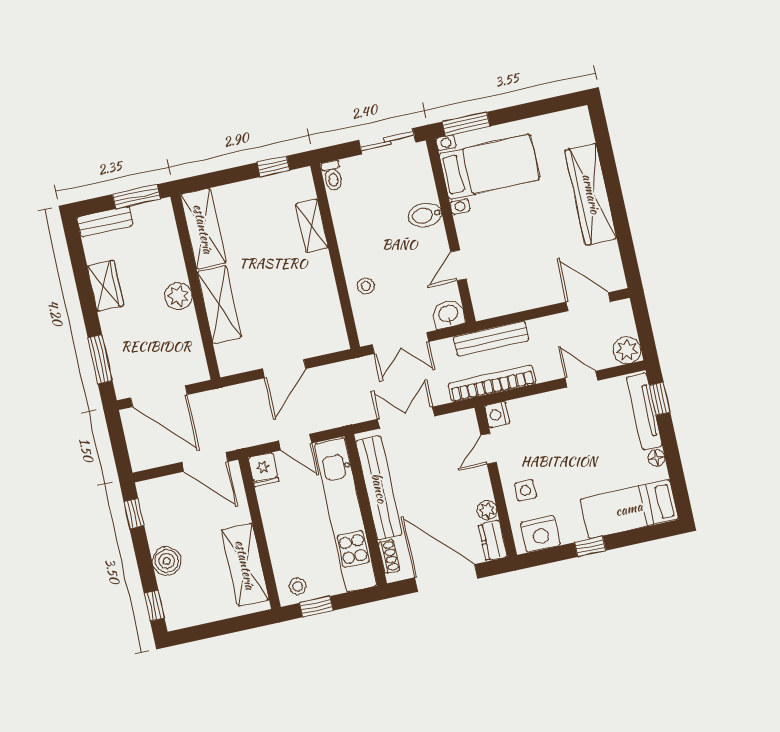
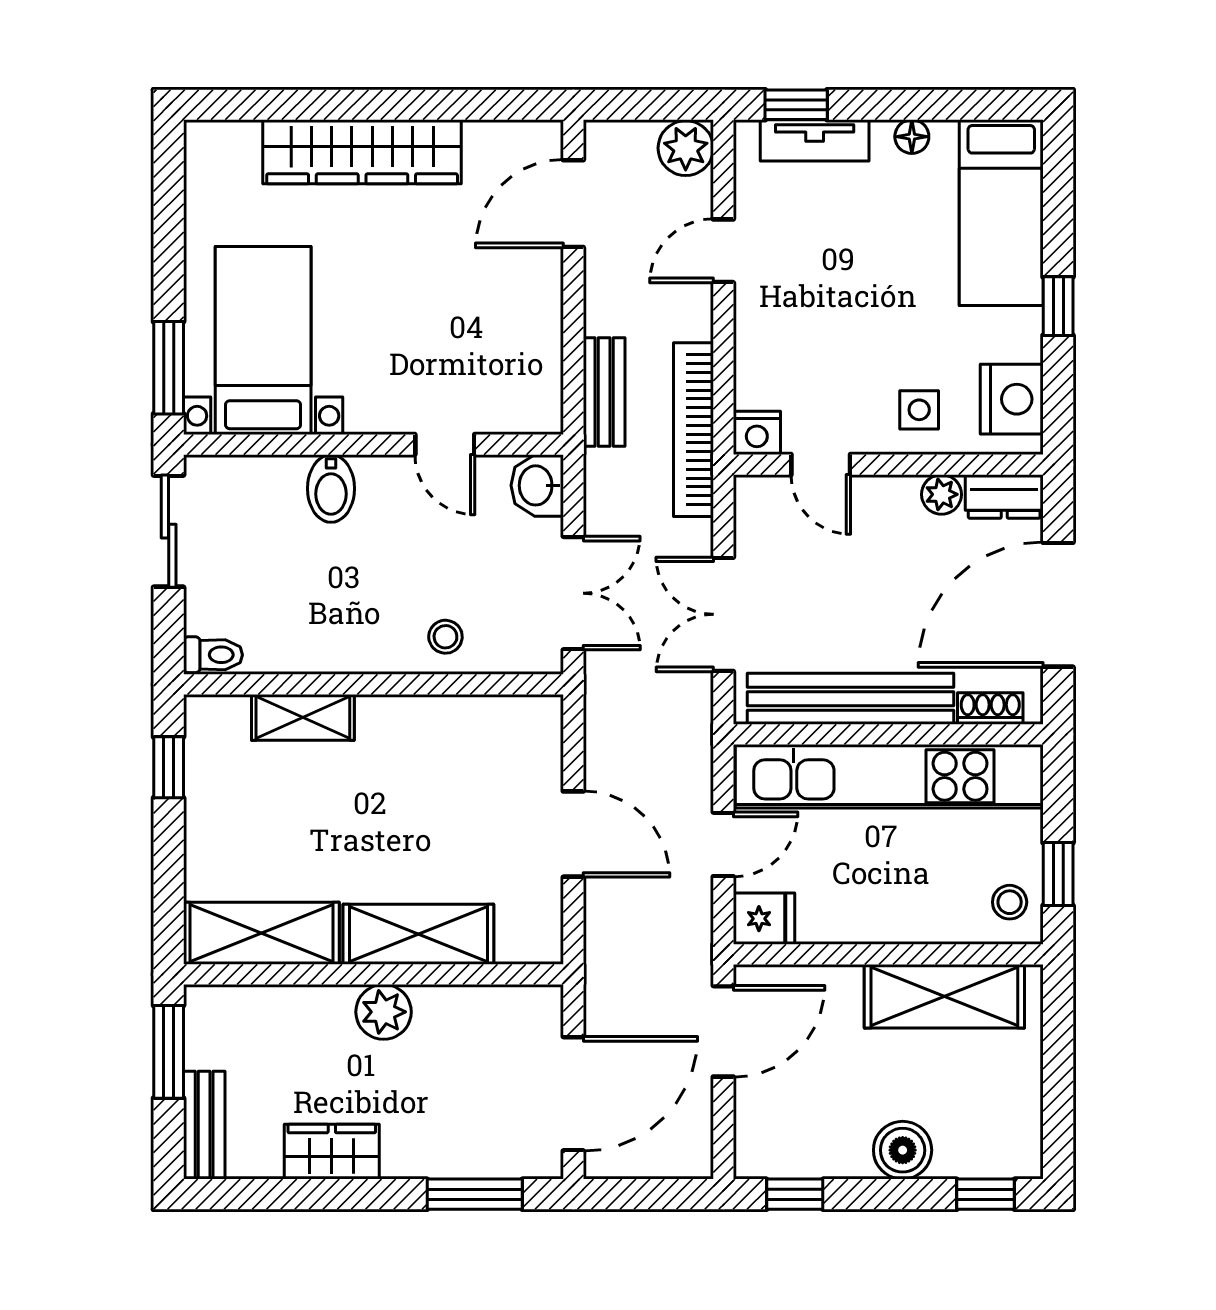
bench: (491, 339) -> (604, 392), width x0.73
tv unit: (644, 411) -> (815, 140), width x0.71

